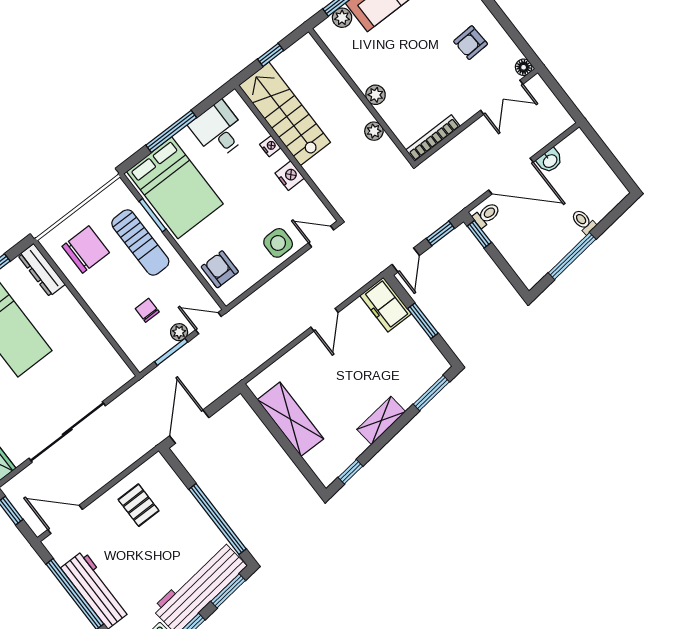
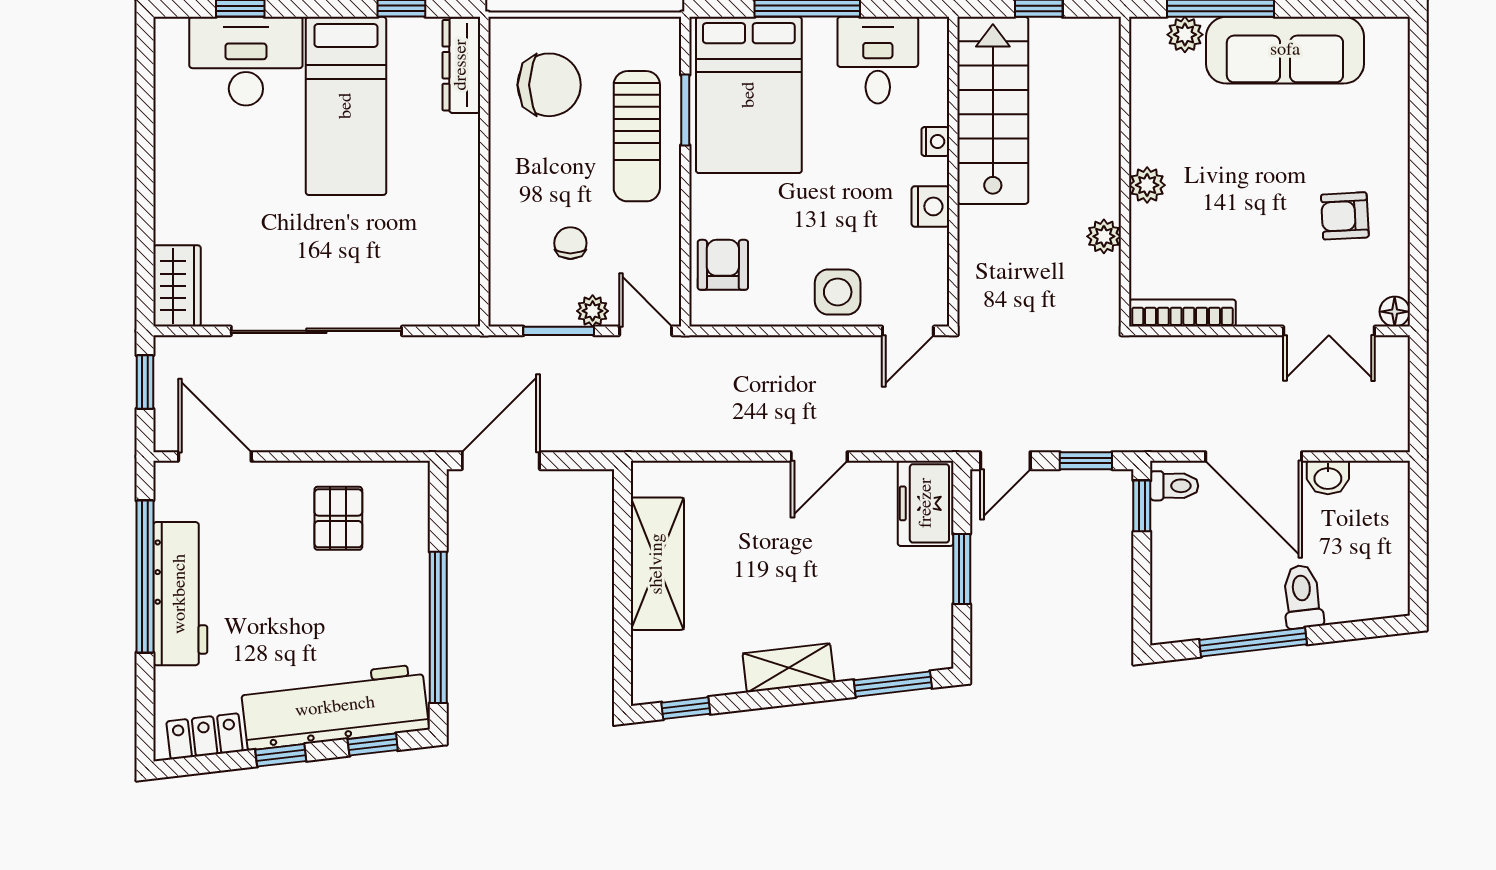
toilet: (583, 222) -> (1302, 597), width x1.37, depth x1.39
door: (321, 236) -> (908, 331), swing flipped
window: (228, 591) -> (373, 745), width x0.67

